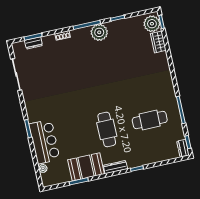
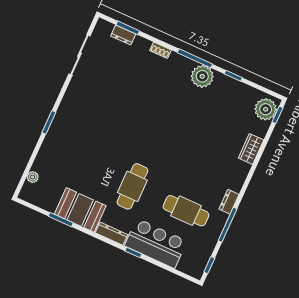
wardrobe: (158, 42) -> (251, 149), moved
bar counter: (44, 142) -> (156, 243), moved, turned -90
dresser: (183, 148) -> (229, 202), moved

